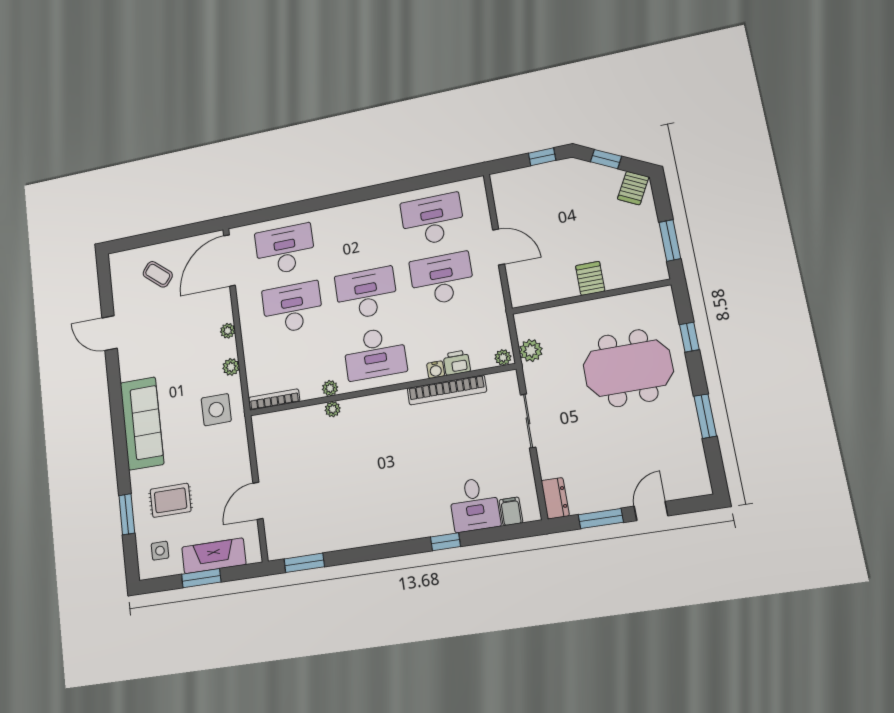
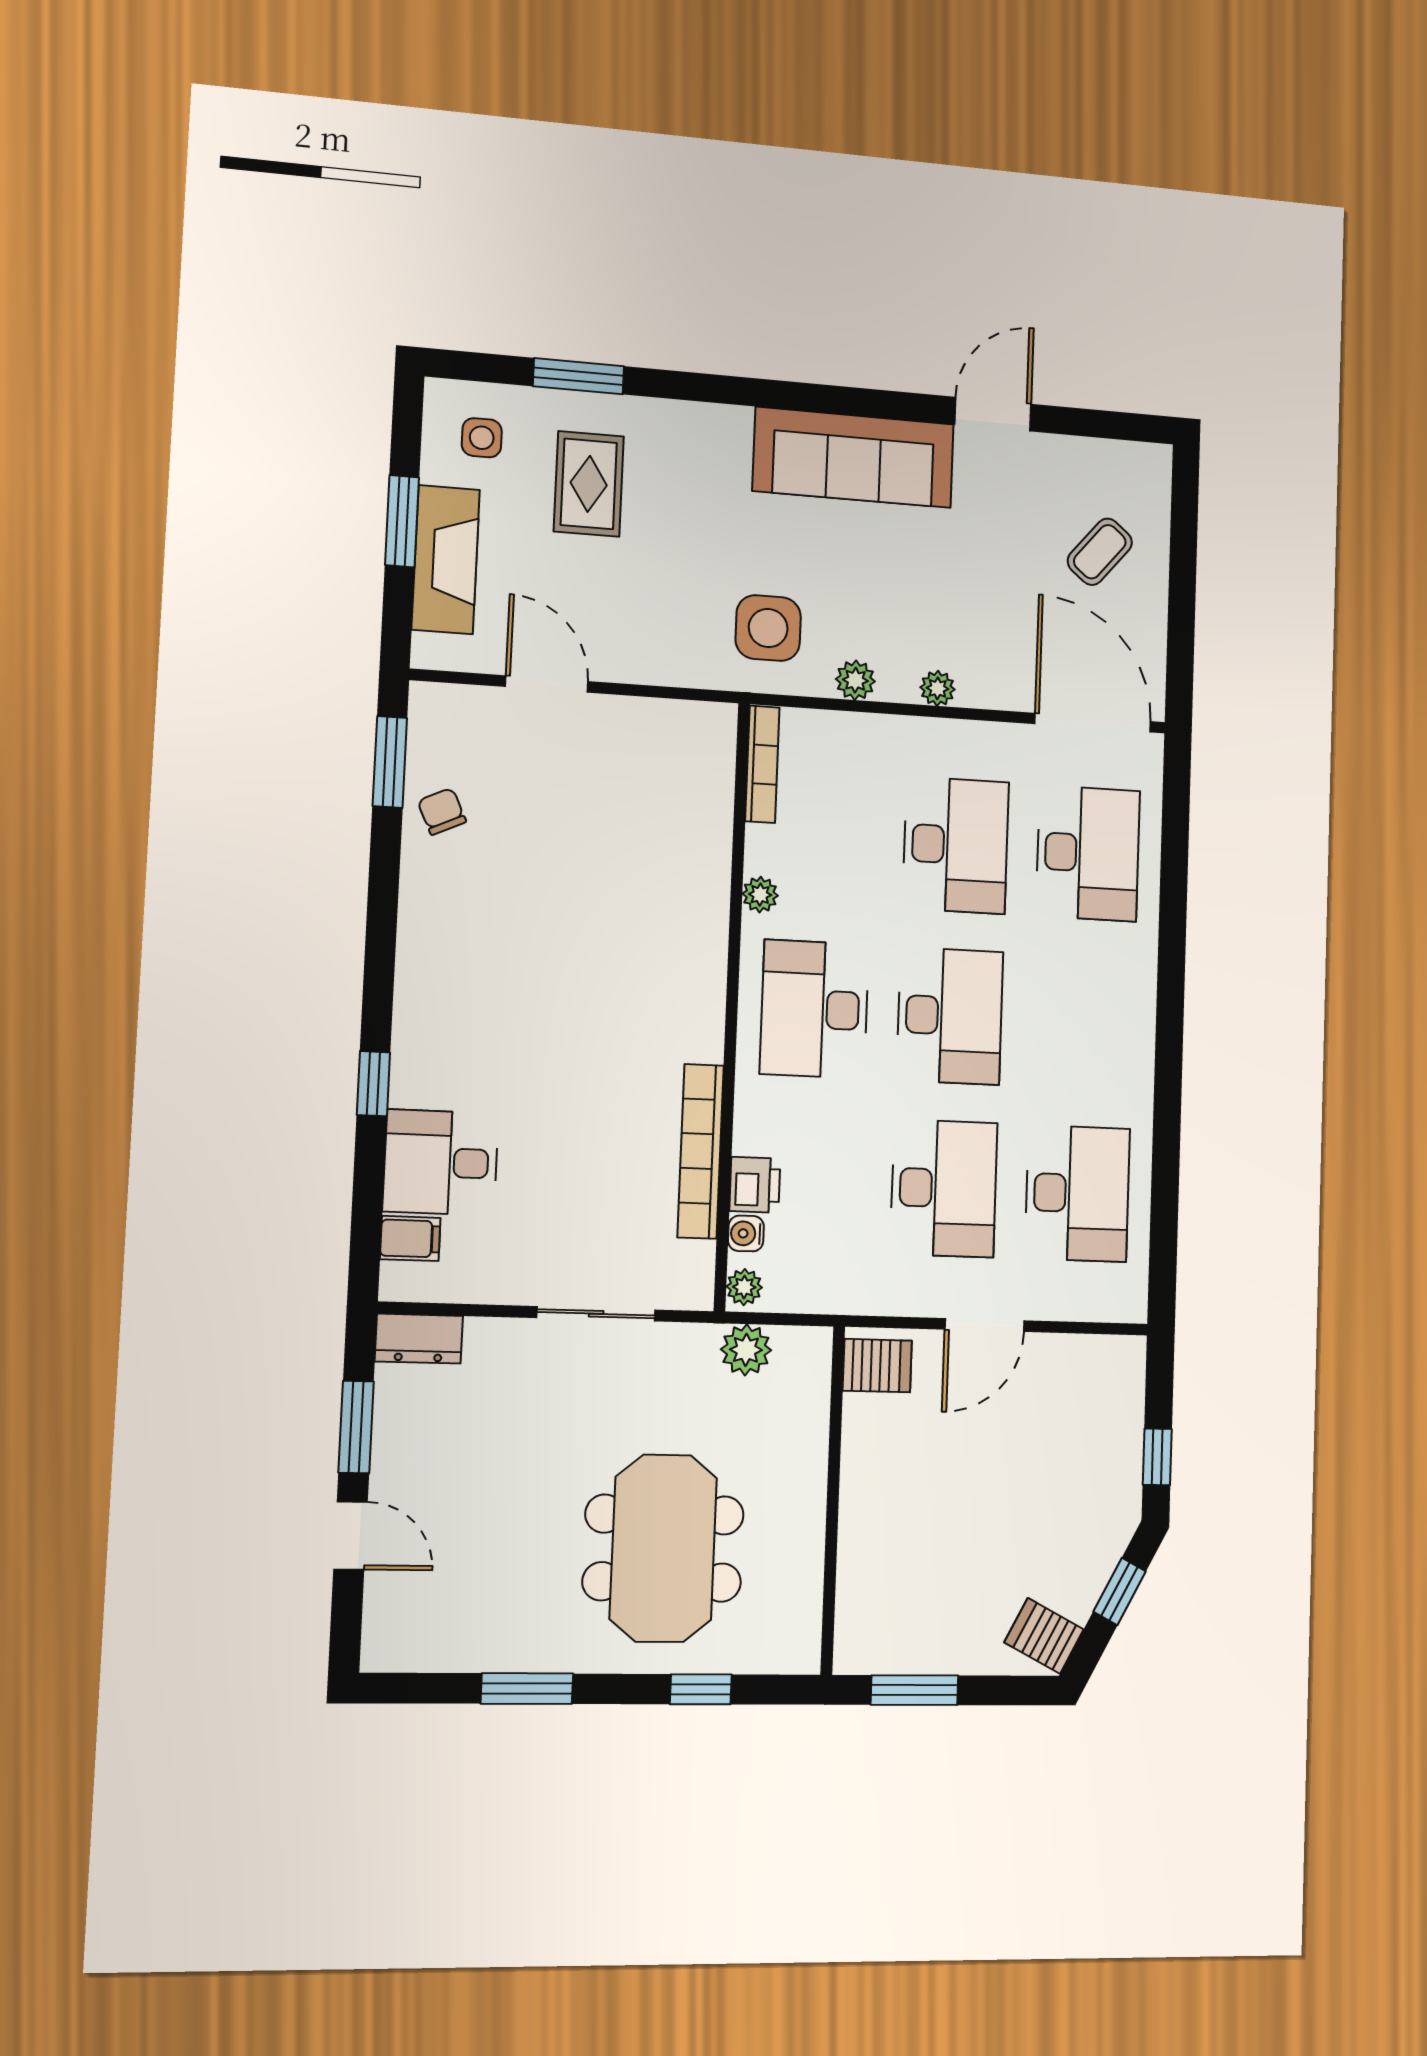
server rack: (590, 278) -> (877, 1366), moved
water cooler: (436, 370) -> (746, 1233), moved
plant: (333, 409) -> (713, 891), removed
sofa: (142, 423) -> (854, 457), moved
chair: (321, 536) -> (442, 811), added

